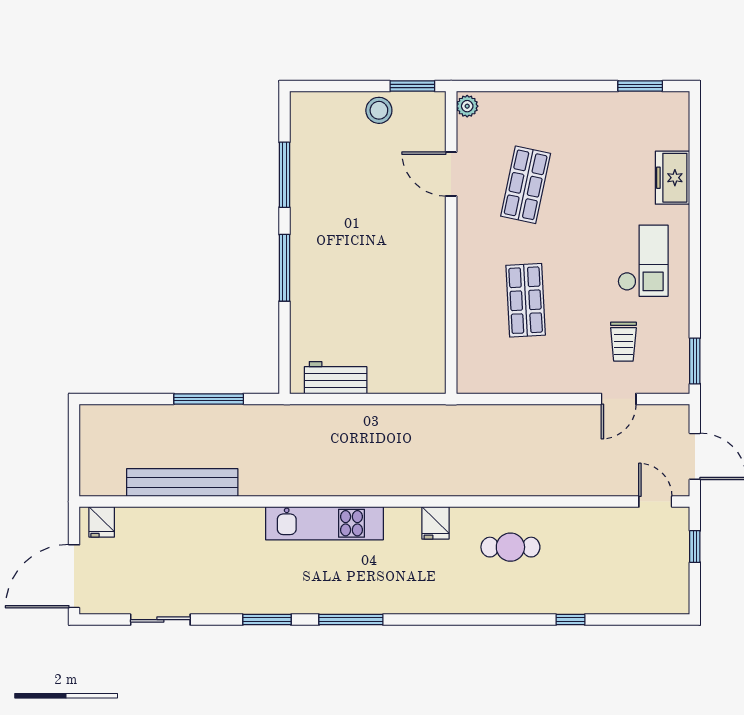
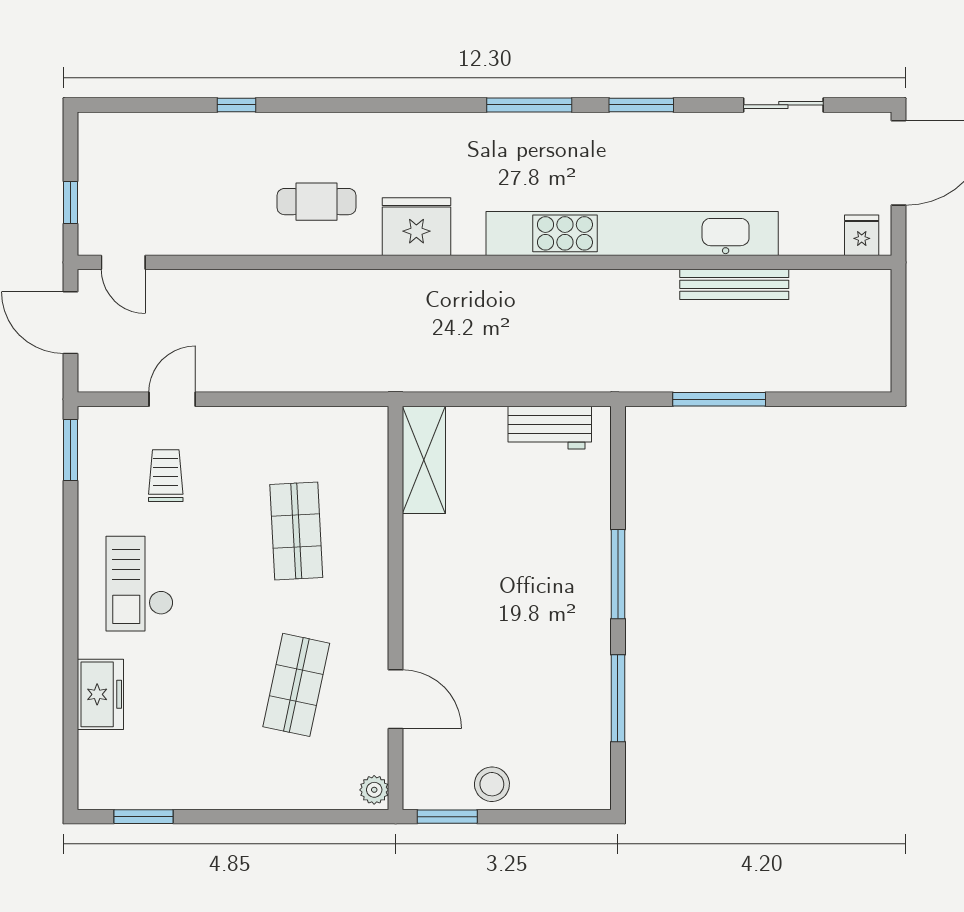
shelving: (430, 353) -> (424, 460), added
bench: (182, 483) -> (734, 284), width x0.73, depth x0.82
kitchen unit: (324, 523) -> (632, 233), width x1.86
fridge: (435, 523) -> (416, 227), width x1.88, depth x1.34

